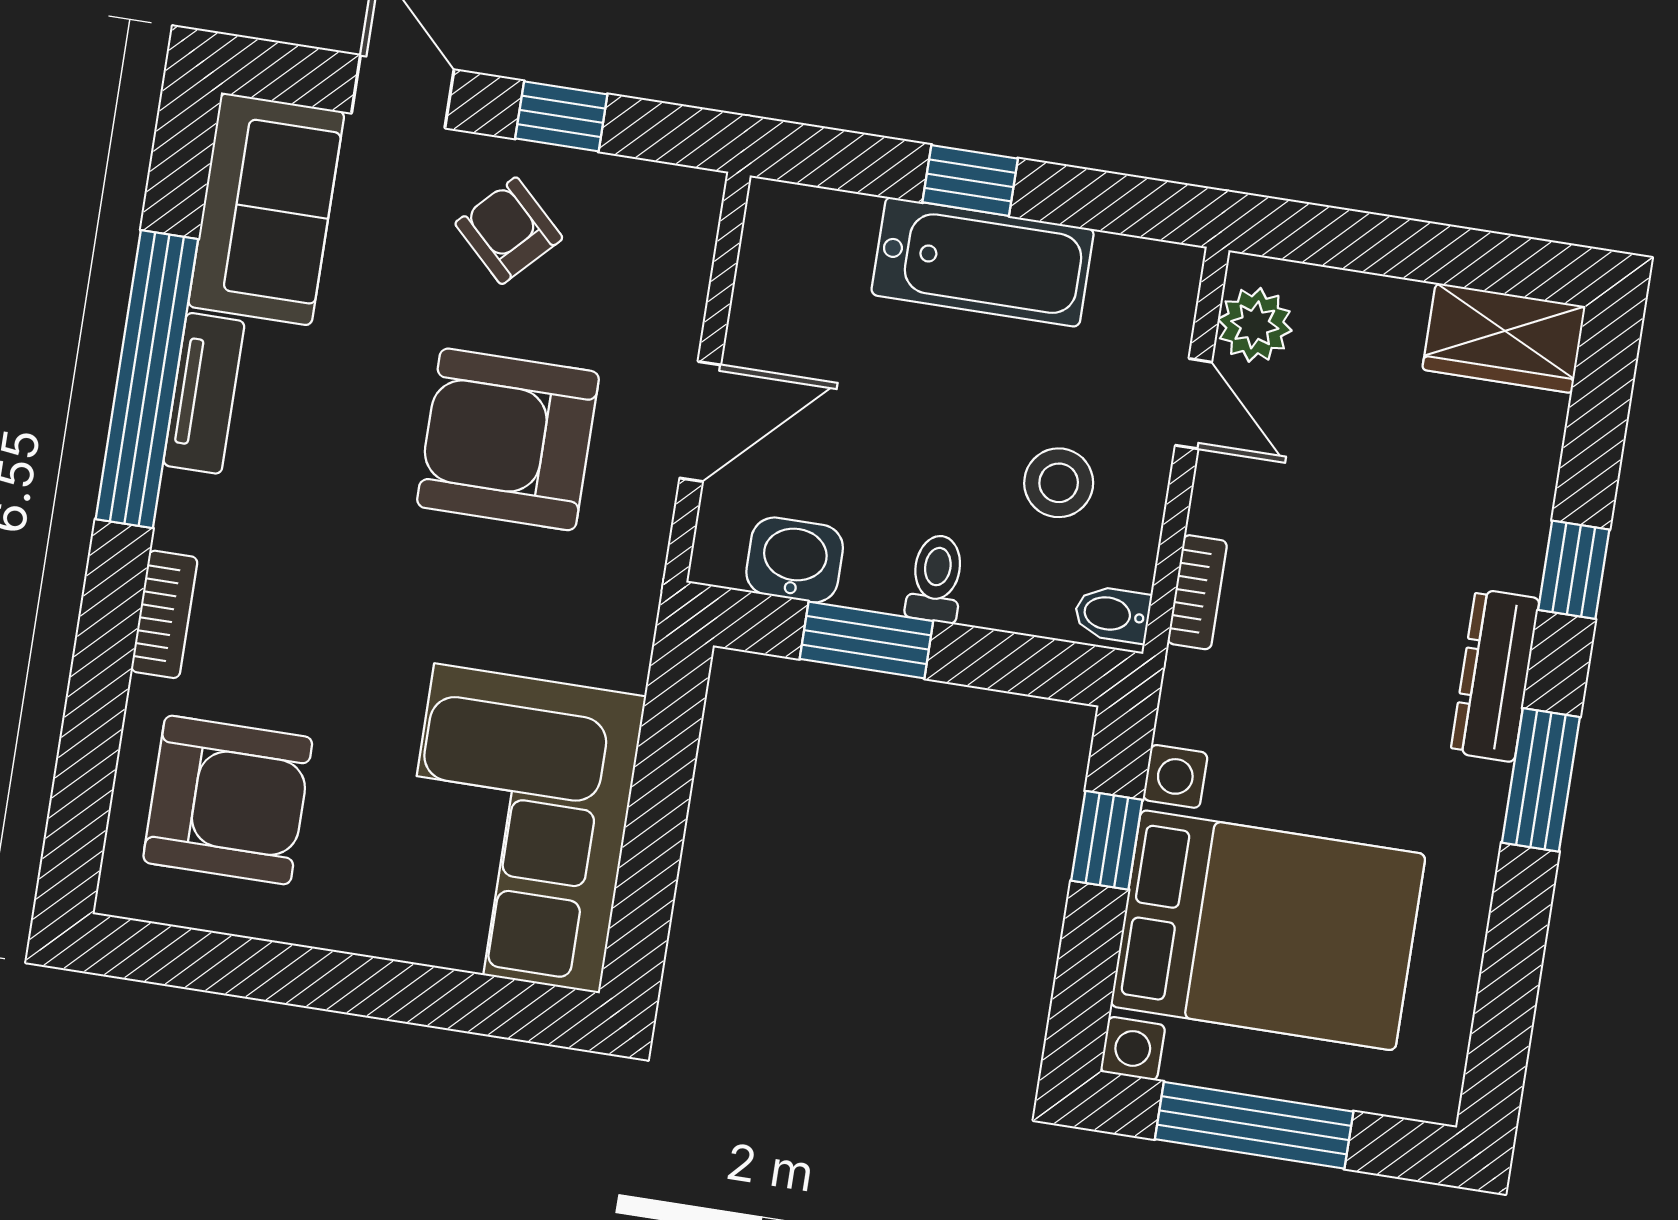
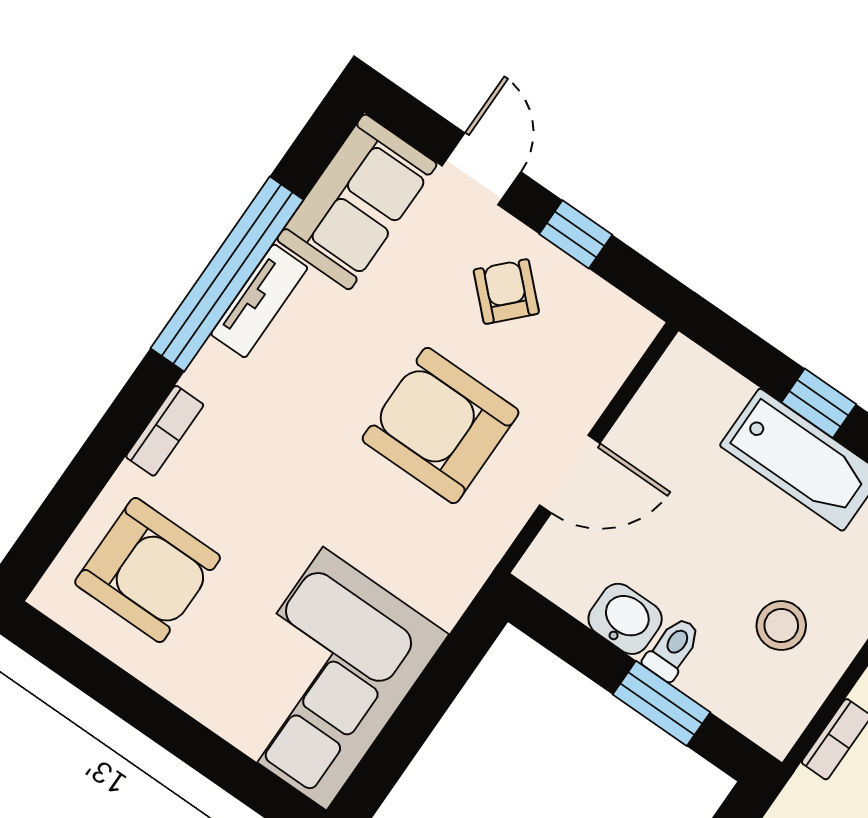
washbasin: (795, 560) -> (625, 619), moved
bidet: (1112, 614) -> (775, 727), removed
window: (866, 640) -> (661, 703), moved

